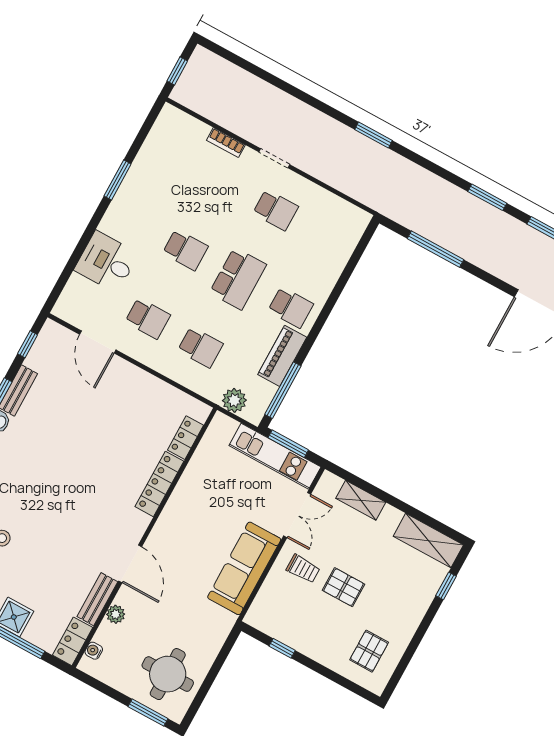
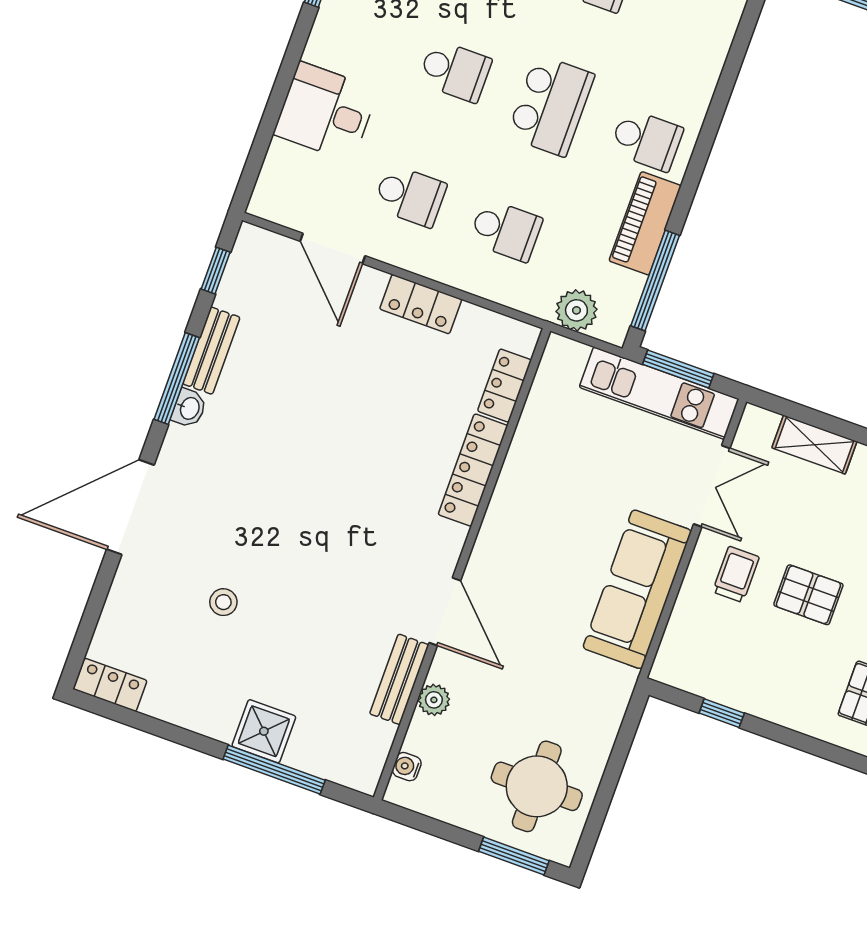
trolley: (303, 569) -> (736, 574), turned -90
locker: (73, 641) -> (421, 304), moved, turned -90

